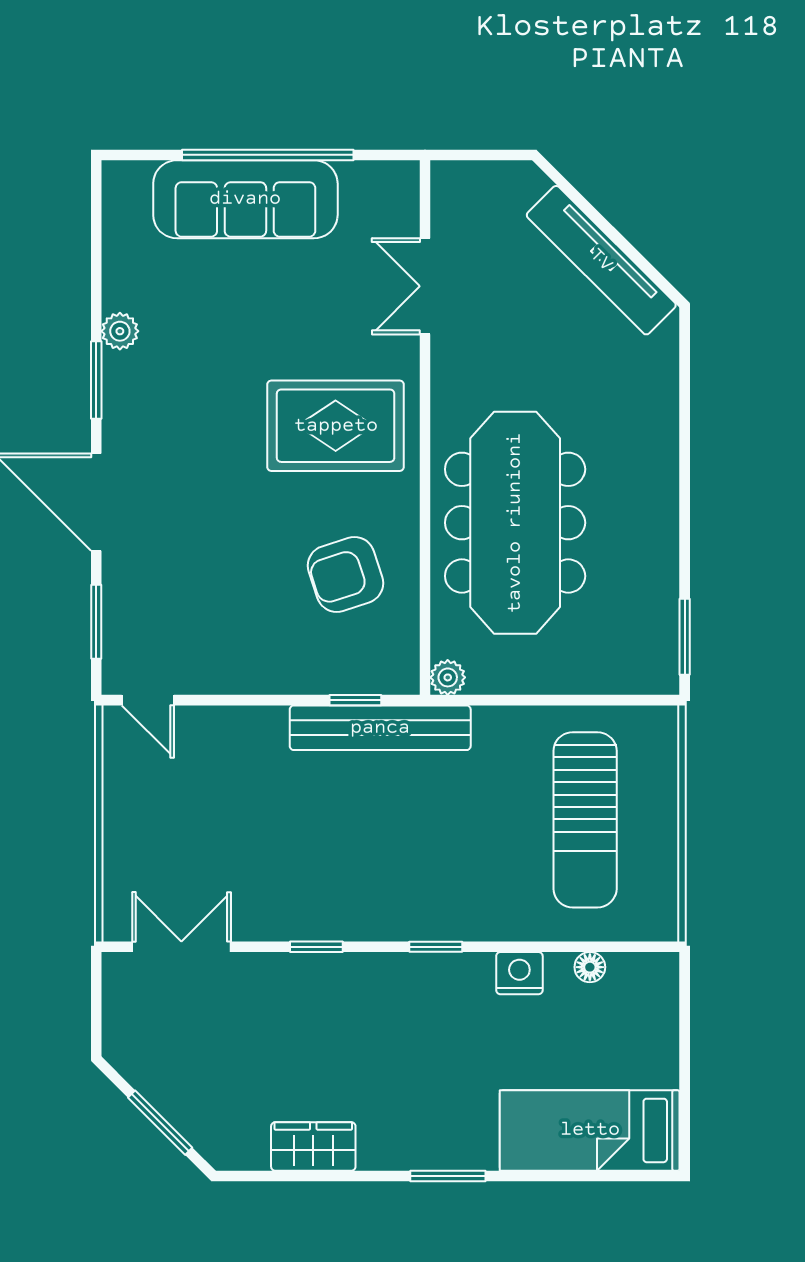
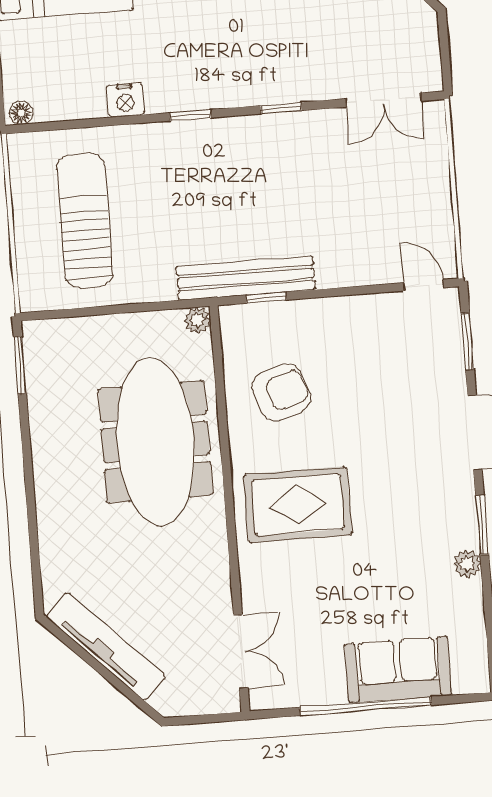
sofa: (245, 199) -> (398, 670), width x0.73
double door: (425, 286) -> (241, 651), moved
floor lamp: (590, 967) -> (21, 113), moved

